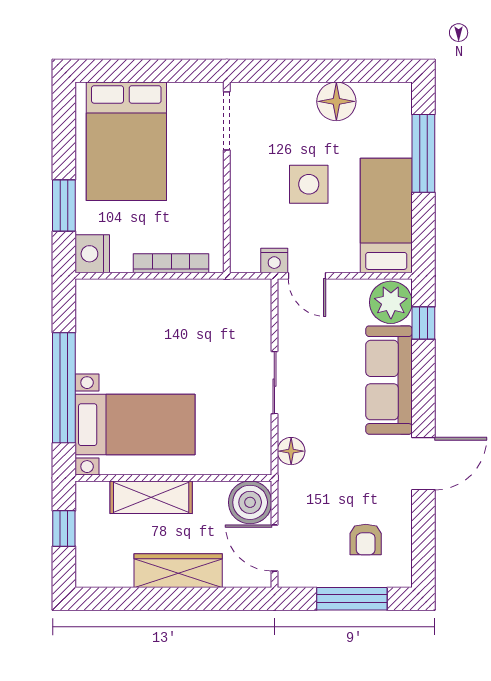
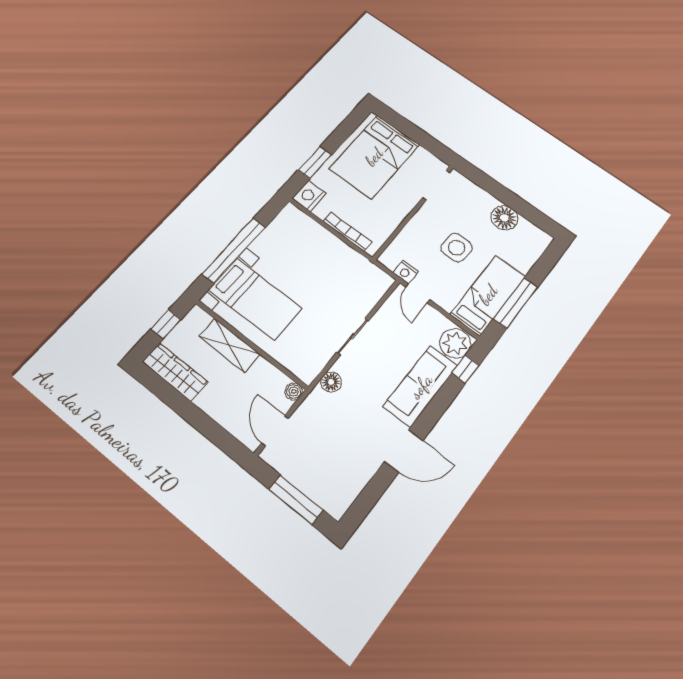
window: (423, 153) -> (516, 303), moved
boiler: (250, 502) -> (294, 391), width x0.54, depth x0.54
armchair: (366, 539) -> (333, 469), removed
wardrobe: (178, 571) -> (175, 372), moved

